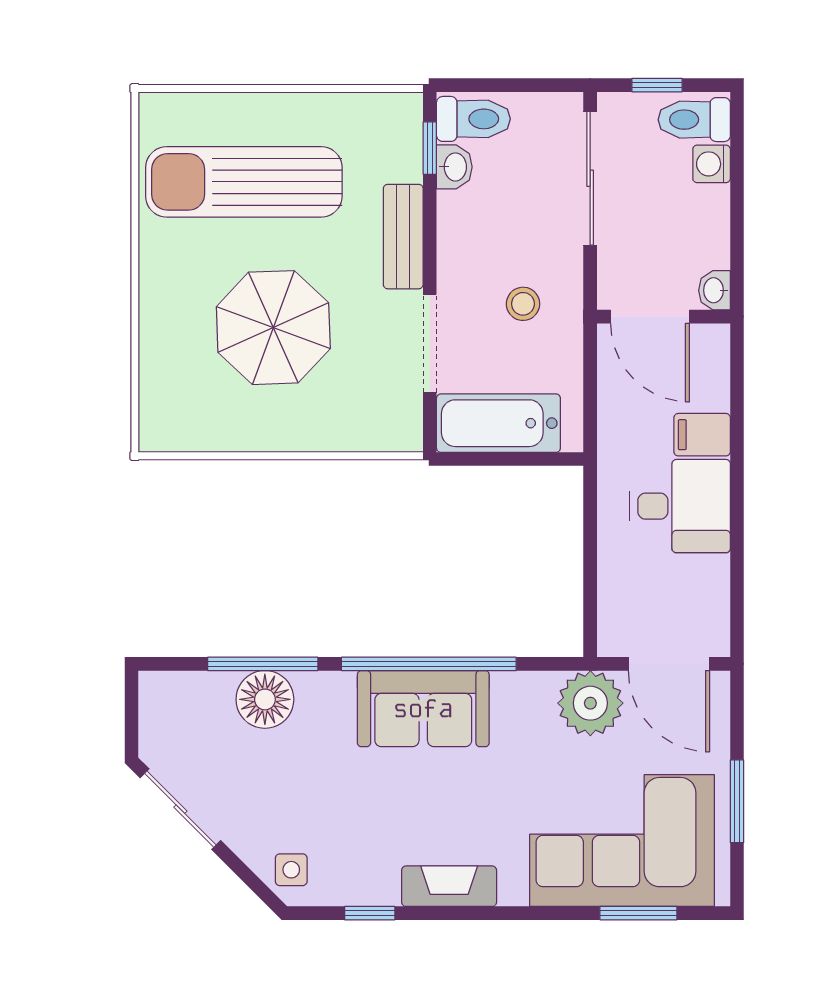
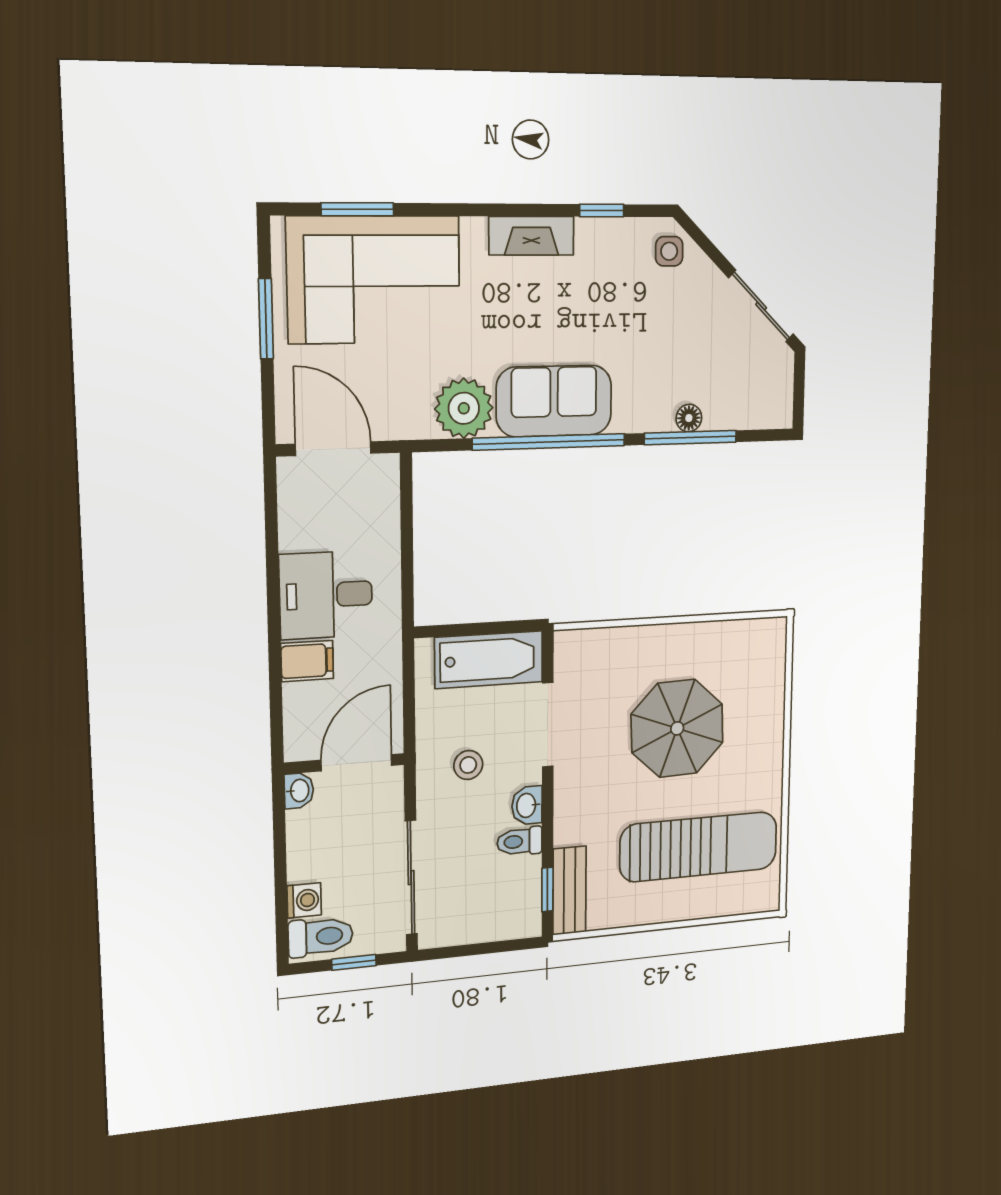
toilet: (473, 119) -> (520, 841), moved, width x0.73, depth x0.72
washbasin: (454, 167) -> (527, 805), moved
bench: (403, 237) -> (569, 891), moved
door: (650, 317) -> (356, 763), hinge flipped
floor lamp: (265, 699) -> (689, 418), width x0.53, depth x0.53
plant: (590, 703) -> (464, 408), moved

